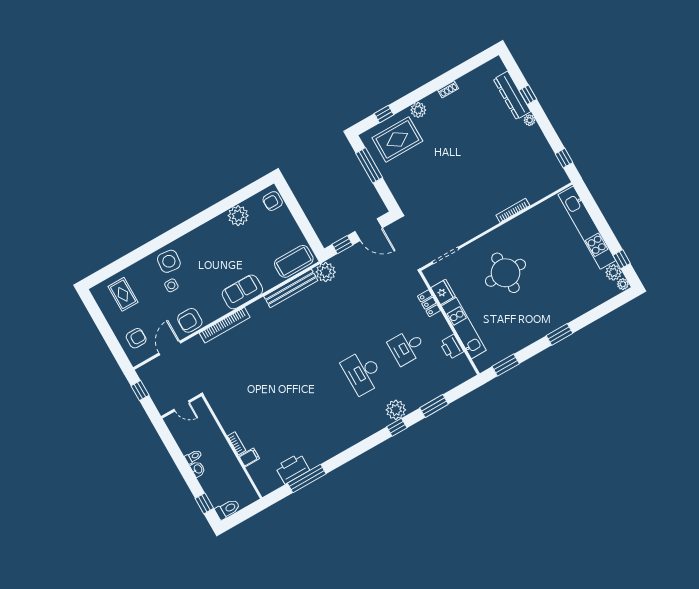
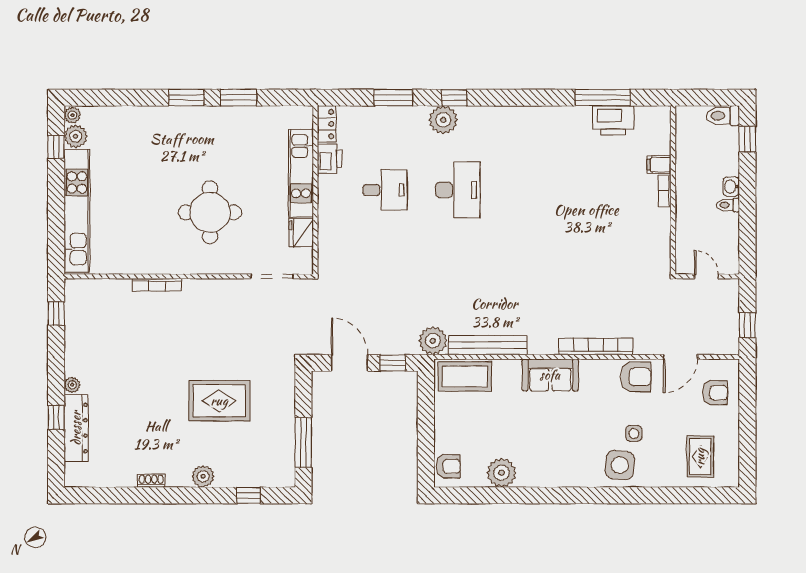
rug: (397, 139) -> (219, 401), moved
locker: (429, 303) -> (327, 124), moved
armchair: (136, 338) -> (715, 393), turned 180
window: (506, 365) -> (239, 98), moved

